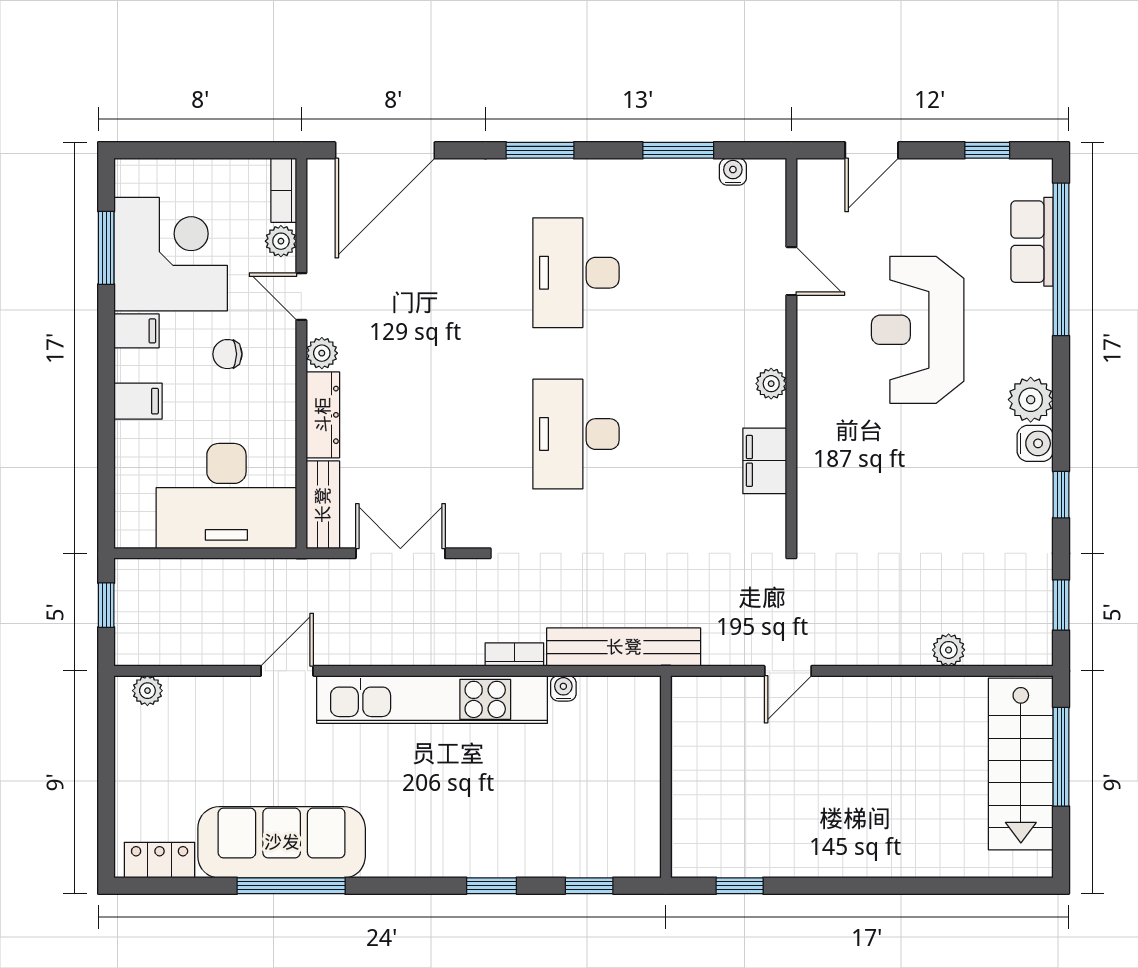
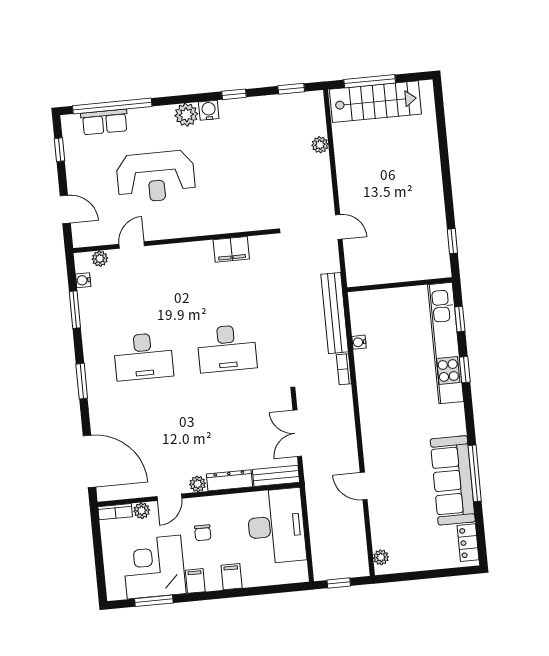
plant: (771, 384) -> (100, 259), moved
kitchen unit: (432, 699) -> (446, 343), moved, turned 180

